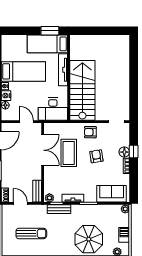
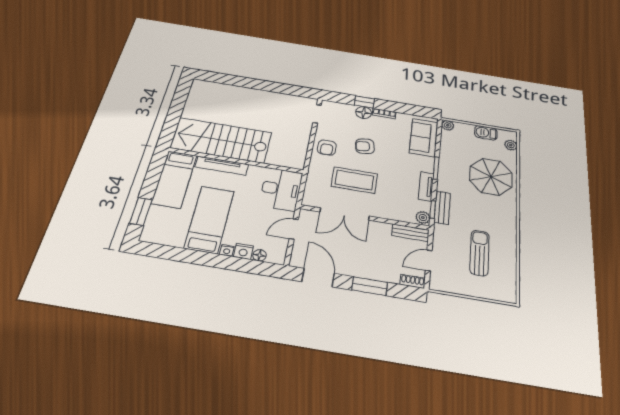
window: (50, 31) -> (141, 211), moved
stairs: (82, 90) -> (221, 140), moved
double door: (43, 150) -> (344, 214), swing flipped

